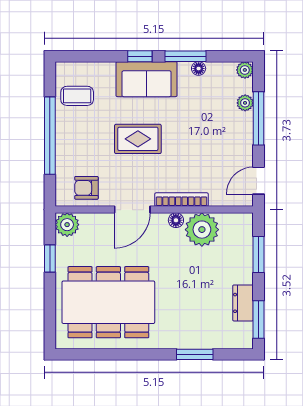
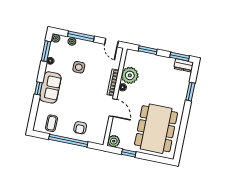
window: (185, 56) -> (46, 51), moved
side table: (197, 127) -> (79, 67), added
rug: (138, 139) -> (79, 98), removed
armchair: (86, 188) -> (80, 128), moved
dresser: (243, 303) -> (184, 65), moved

